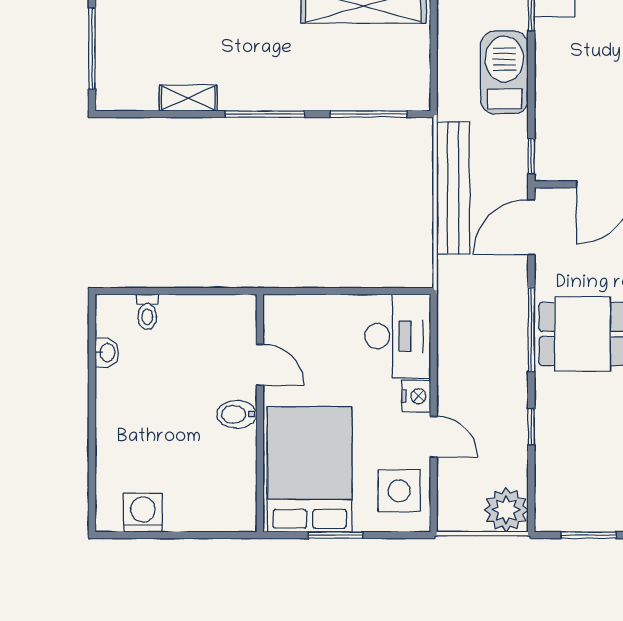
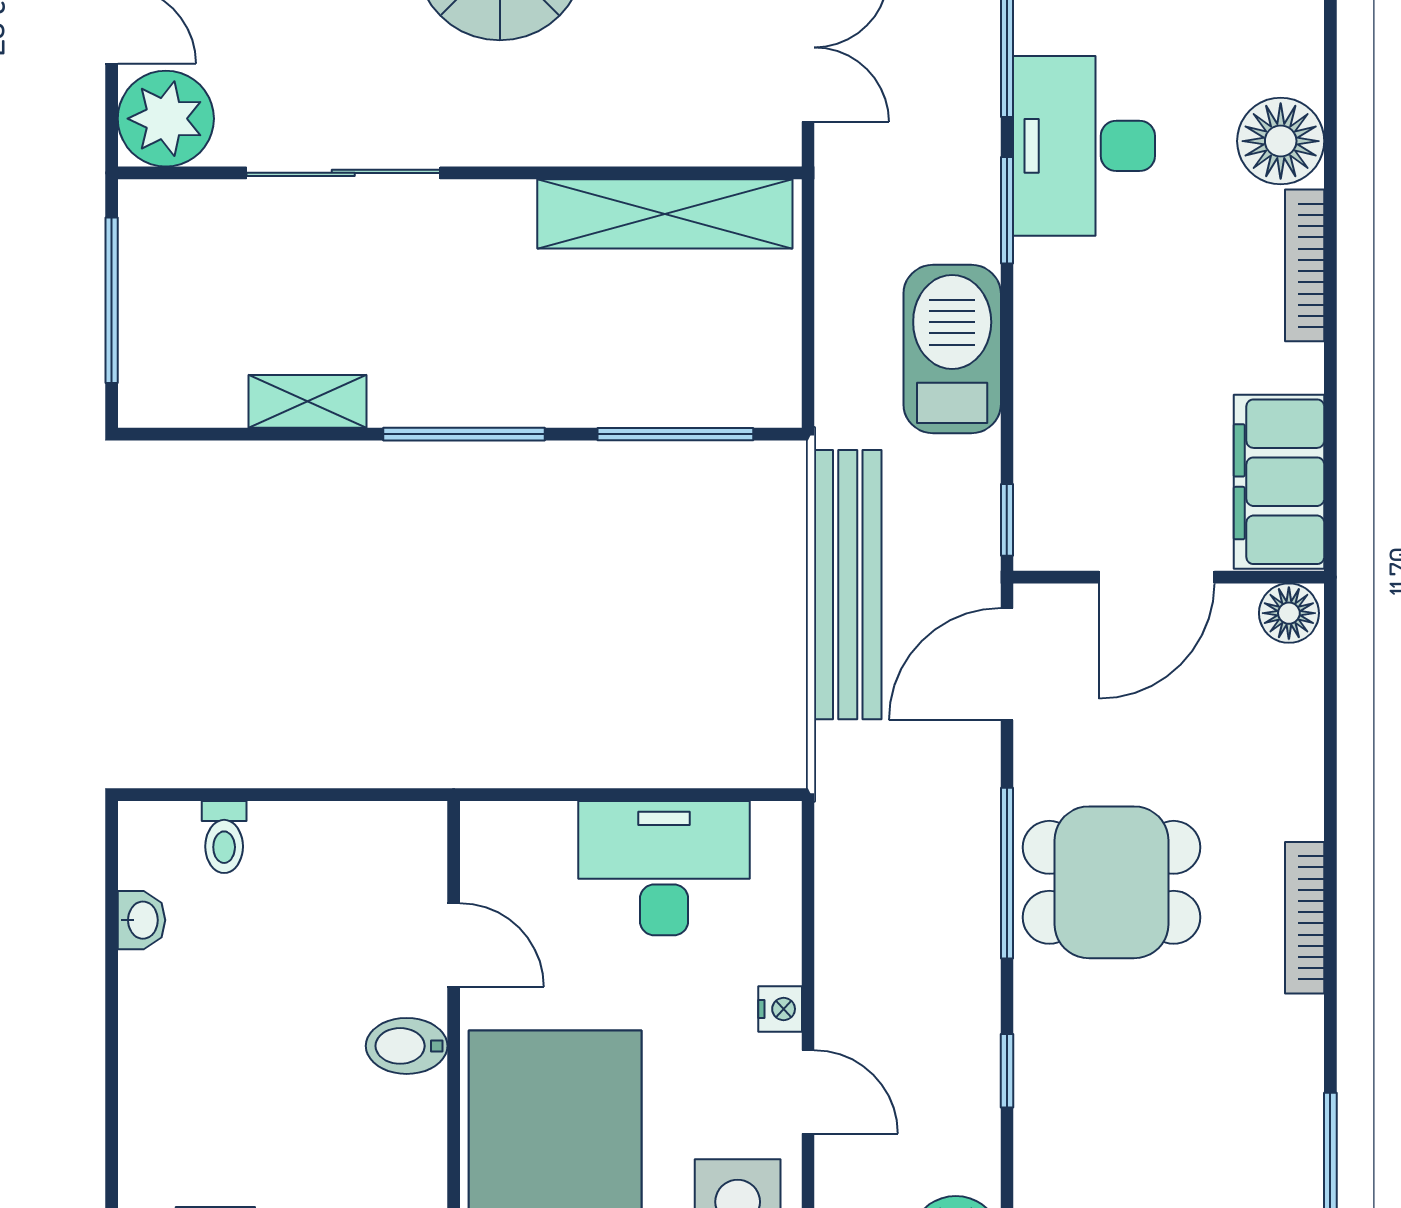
desk: (398, 336) -> (664, 868), moved, turned -90
nightstand: (416, 396) -> (780, 1009), width x0.72, depth x0.74

